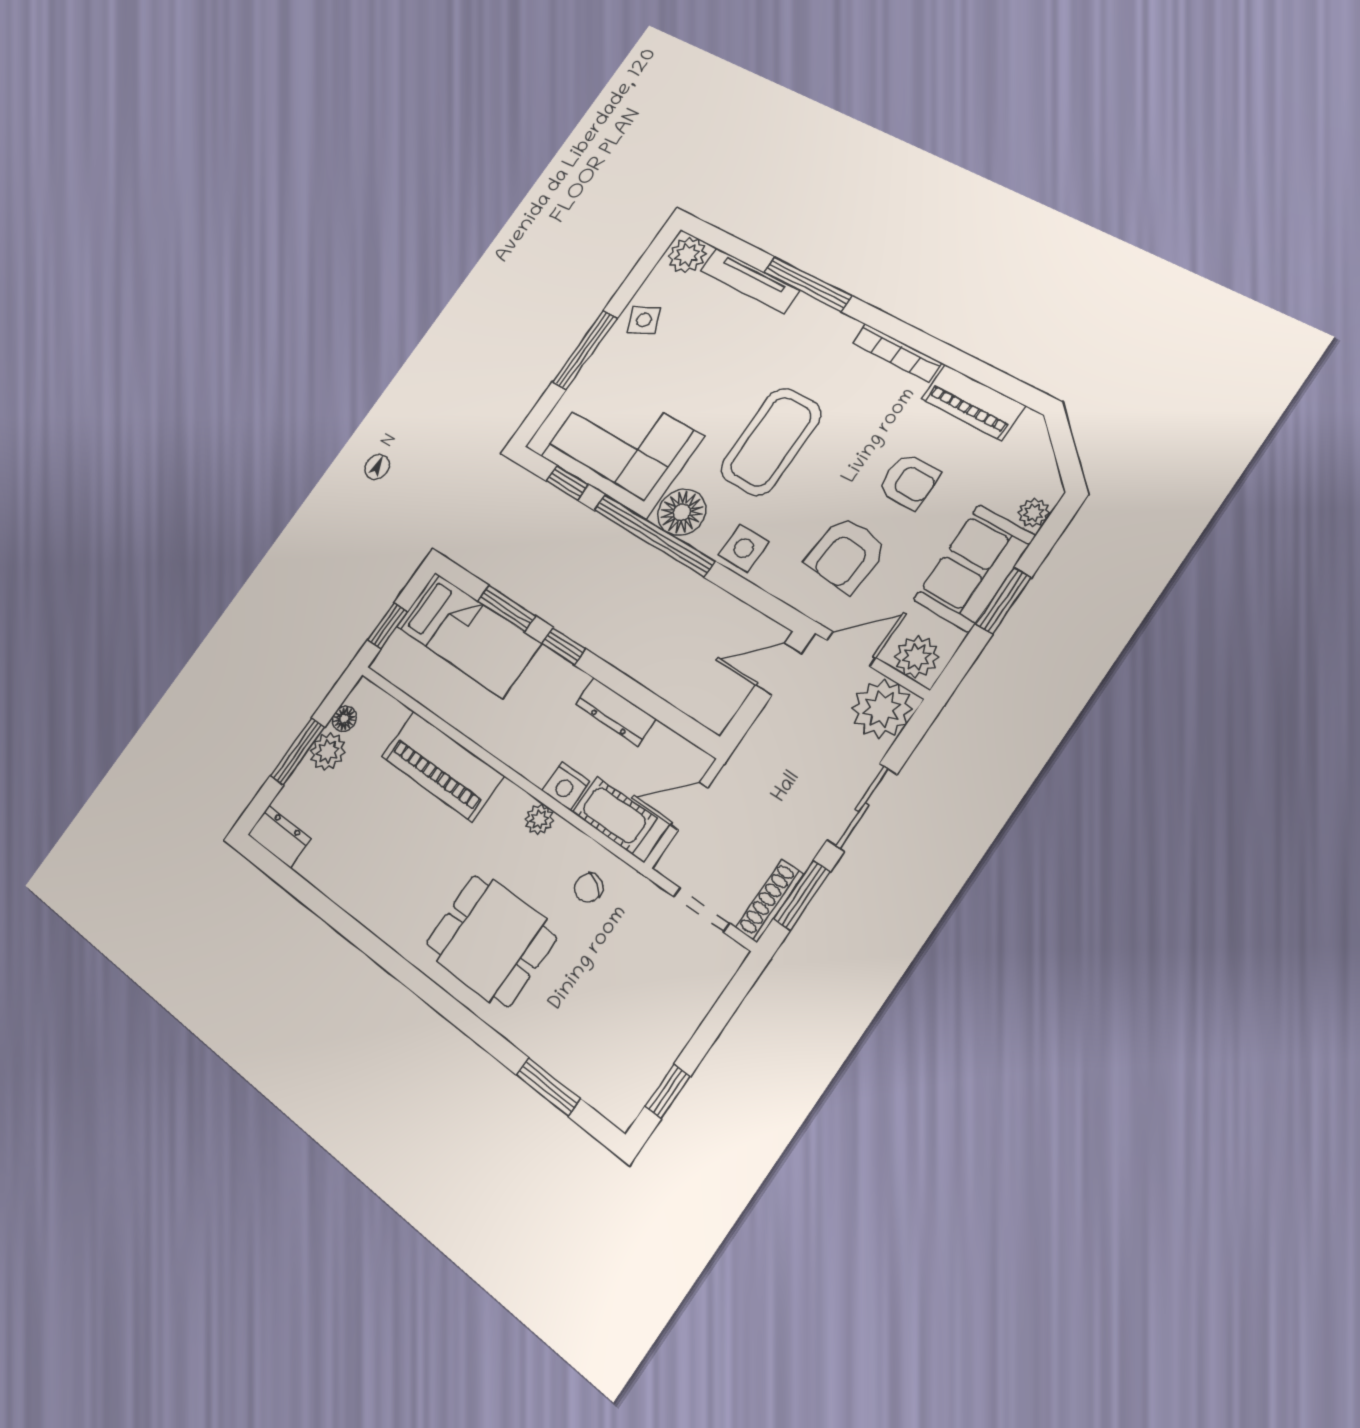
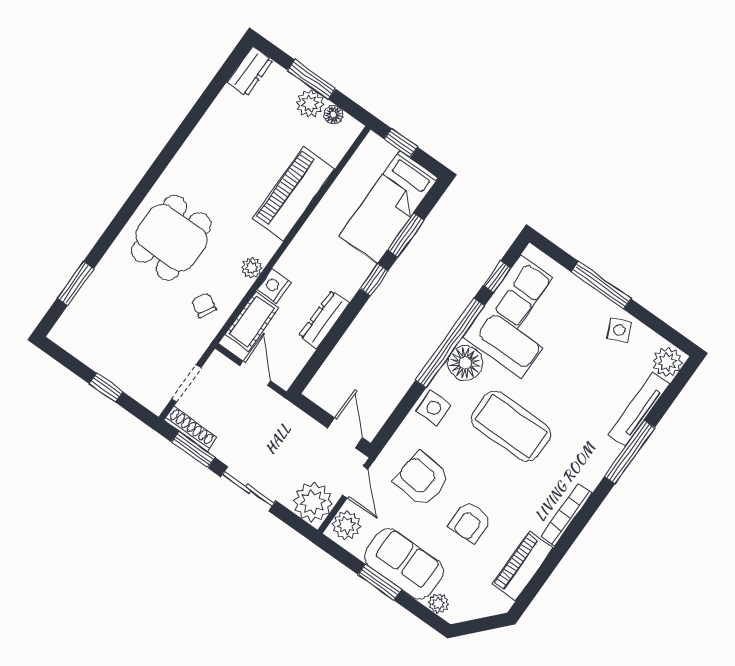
window: (668, 1091) -> (106, 388), moved

